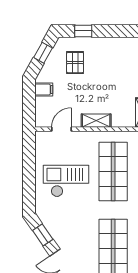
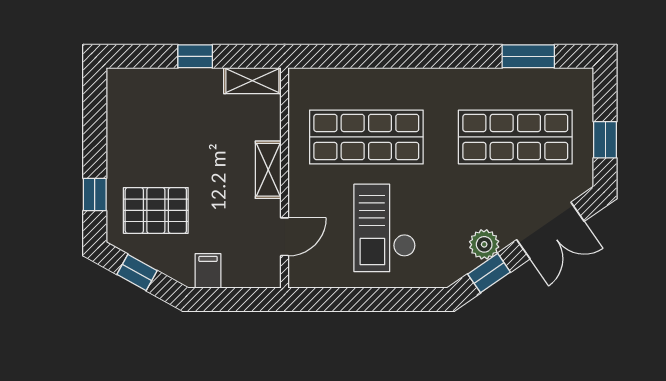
pallet: (75, 63) -> (156, 210), width x1.50, depth x1.42
door: (61, 129) -> (285, 237), swing flipped
plant: (58, 232) -> (484, 244), added

